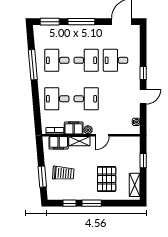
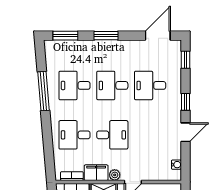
window: (81, 22) -> (106, 36), width x0.69
window: (143, 40) -> (185, 60), added
desk: (86, 60) -> (112, 85), turned 180

